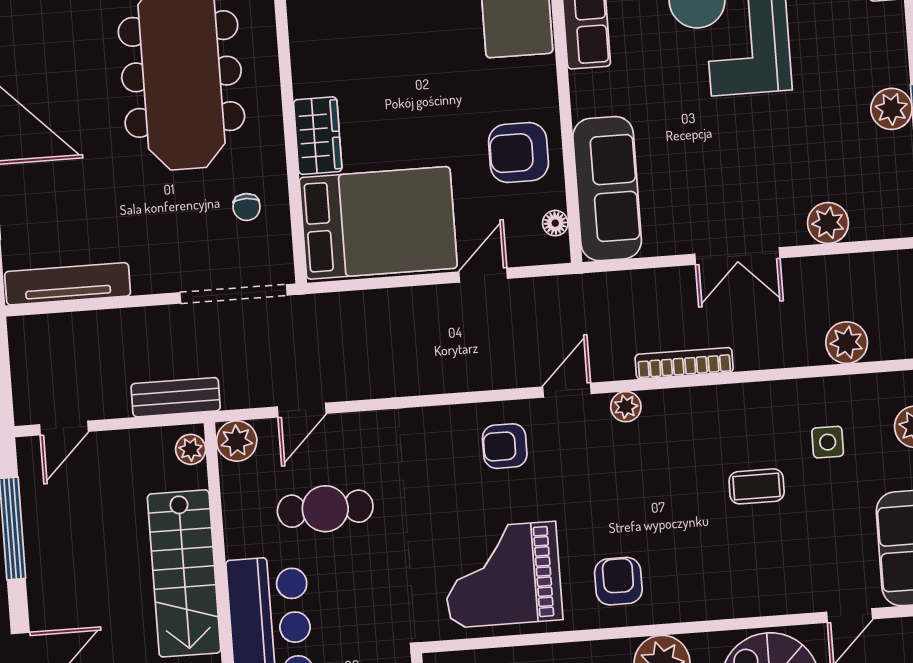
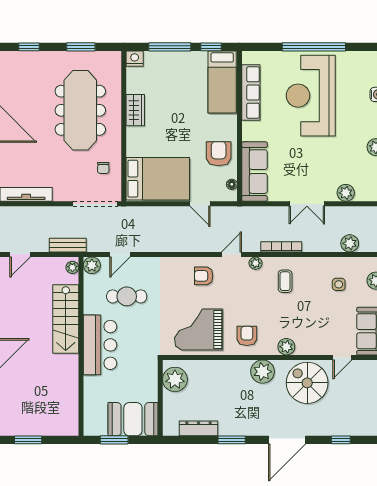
wardrobe: (318, 136) -> (135, 110), moved
armchair: (518, 153) -> (219, 154), turned 90
door: (483, 275) -> (200, 204), swing flipped
coffee table: (757, 486) -> (285, 281), moved, turned 90
plant: (714, 600) -> (286, 347), added

